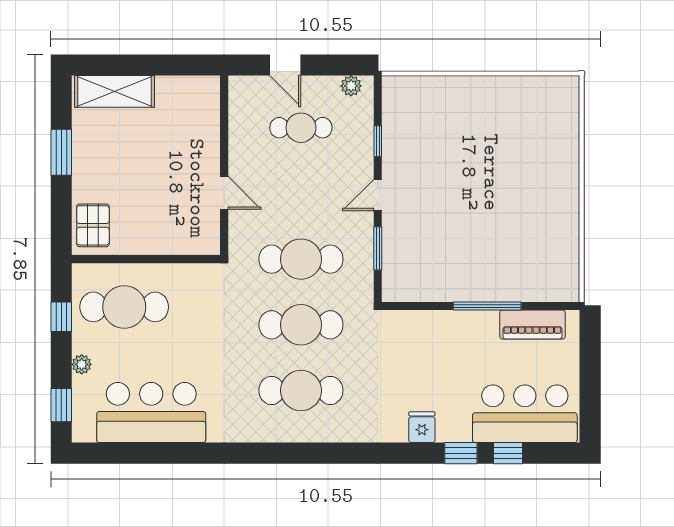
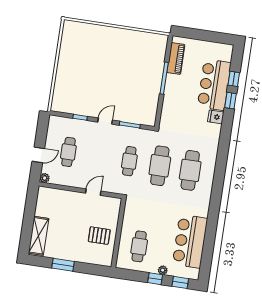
plant: (351, 86) -> (45, 178), moved
door: (378, 195) -> (105, 121), swing flipped
pallet: (93, 225) -> (99, 236), moved
cafe table: (301, 259) -> (129, 161), width x0.73, depth x0.74
cafe table: (124, 307) -> (139, 246), width x0.73, depth x0.74
window: (61, 317) -> (155, 279), moved
bar counter: (525, 414) -> (214, 85), moved

